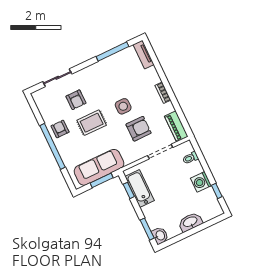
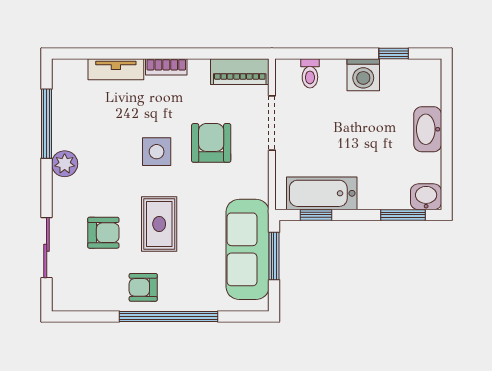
tv unit: (144, 55) -> (116, 69), moved
plant: (98, 68) -> (65, 164), added

